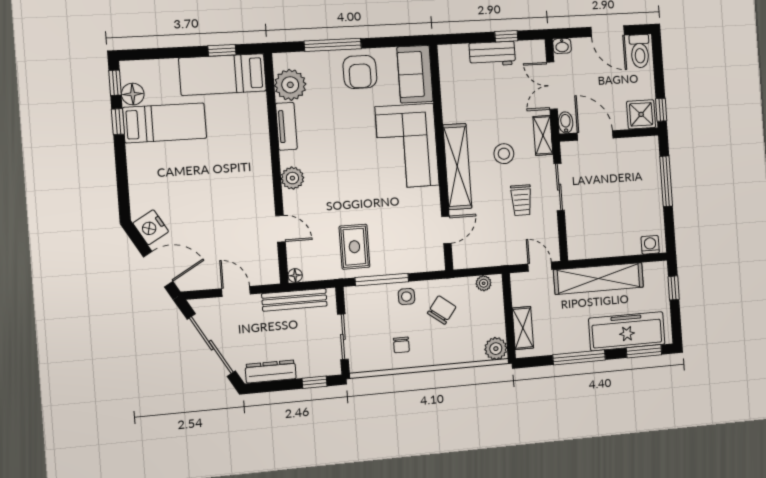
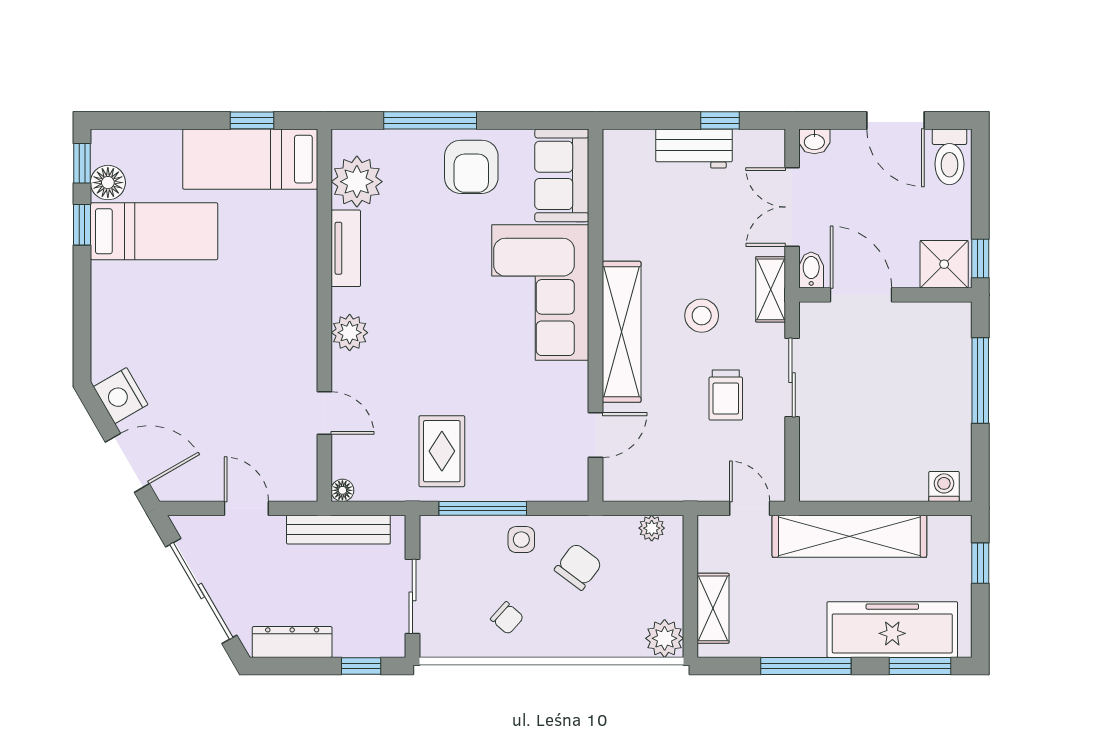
chair: (401, 345) -> (507, 618), turned -48

